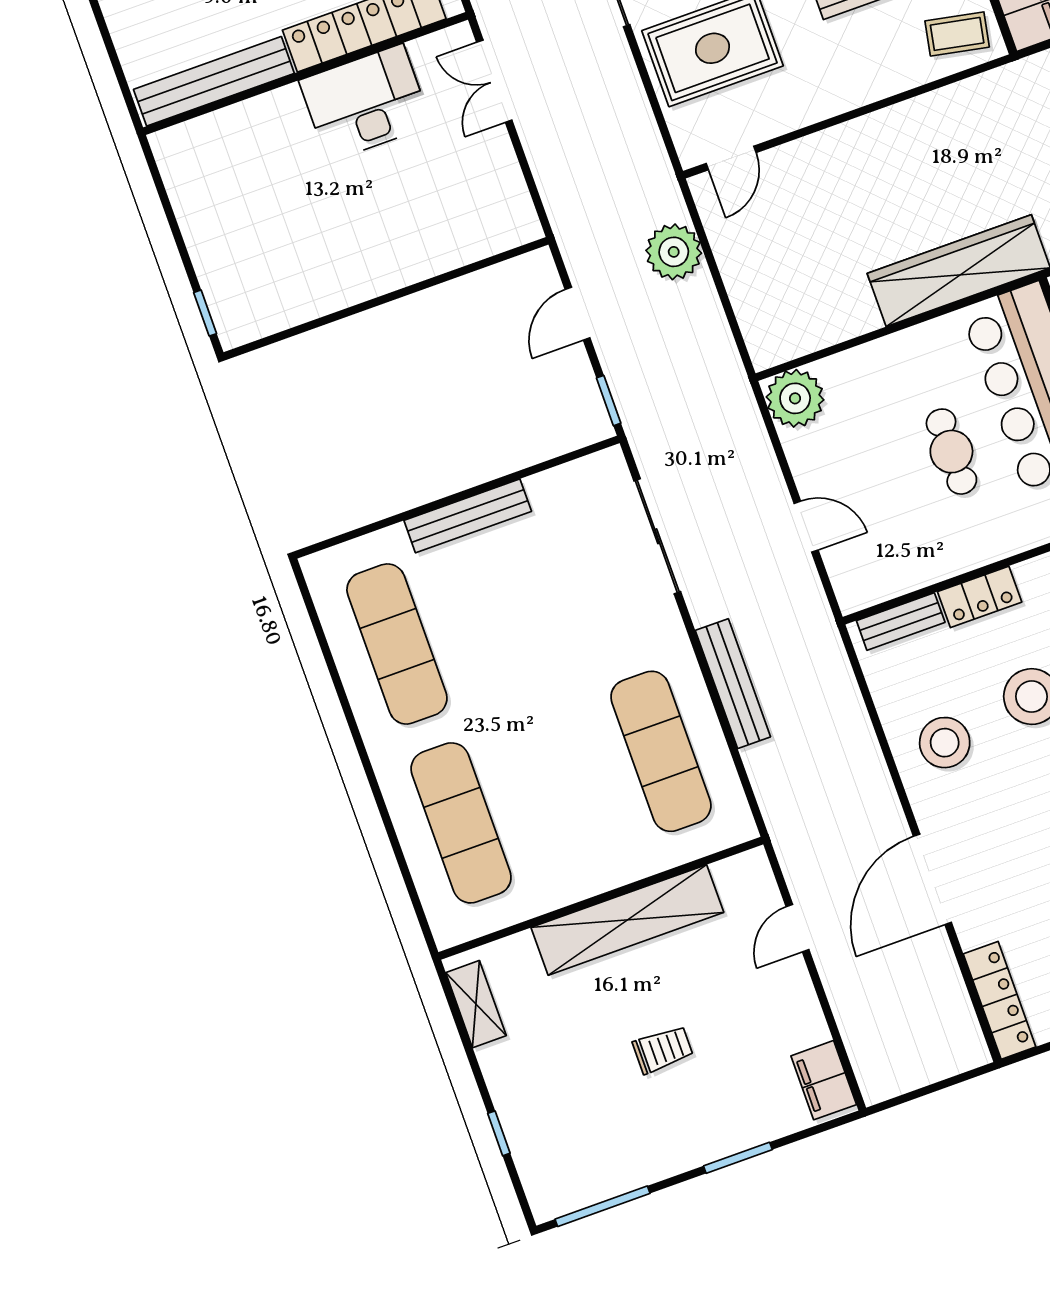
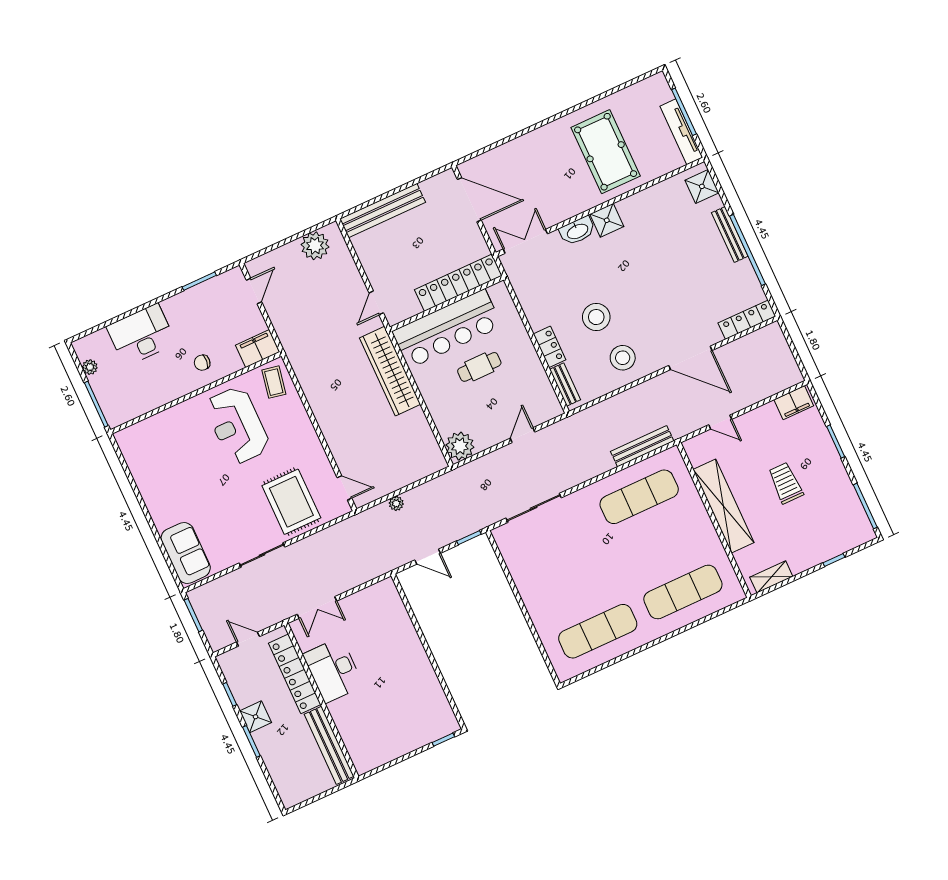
plant: (674, 252) -> (396, 503), width x0.53, depth x0.53
bench: (468, 516) -> (532, 602), removed
bench: (733, 684) -> (642, 446), moved
trolley: (663, 1050) -> (786, 483), width x1.36, depth x1.39

